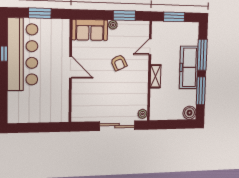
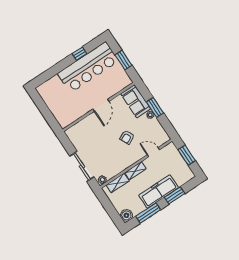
window: (124, 16) -> (155, 108), moved
window: (202, 55) -> (175, 195), width x0.69
shelving: (155, 101) -> (118, 183), added

